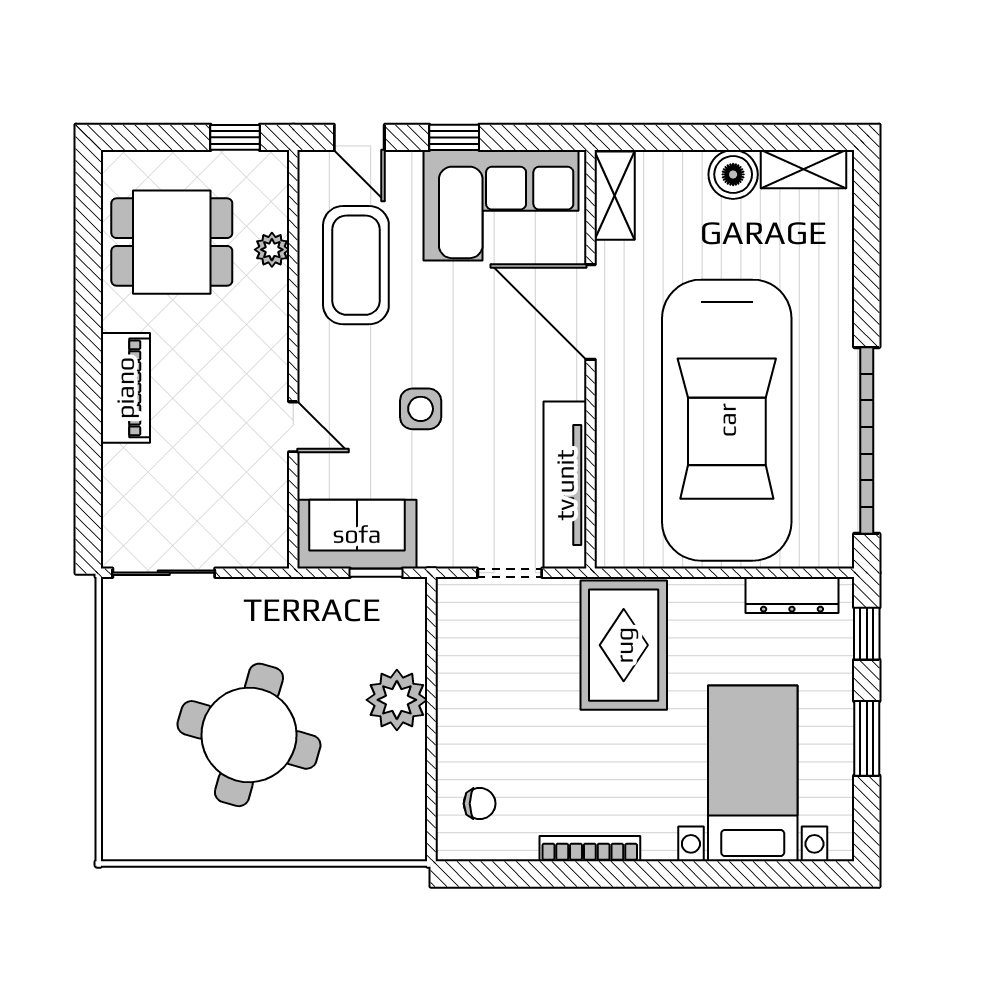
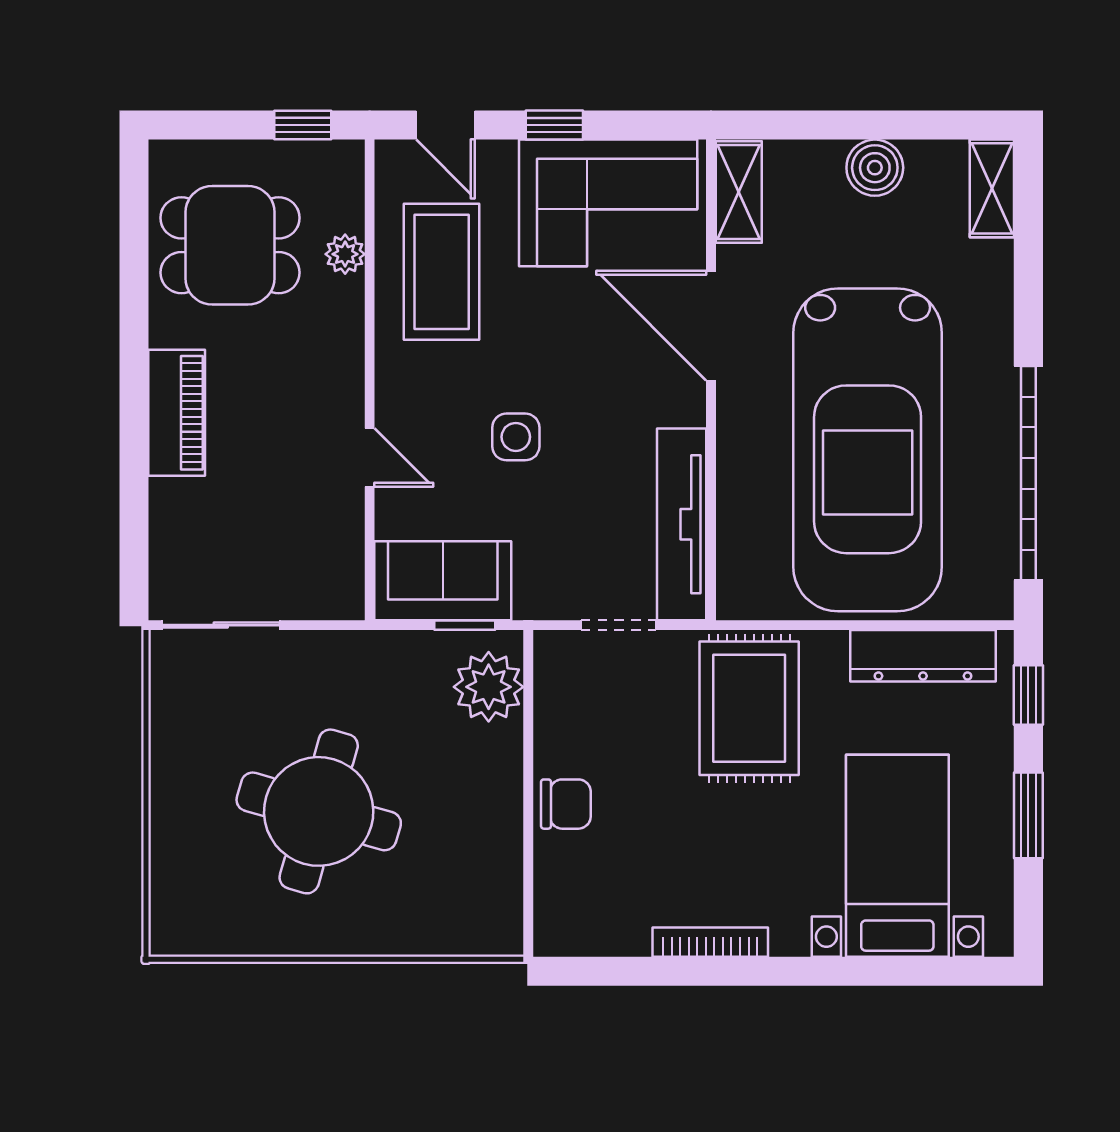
shelving: (804, 169) -> (992, 188), moved, turned 90
dresser: (792, 595) -> (923, 656), width x1.37, depth x1.24
plant: (397, 700) -> (489, 687), moved
chair: (480, 804) -> (566, 804), moved, width x1.37, depth x1.37

